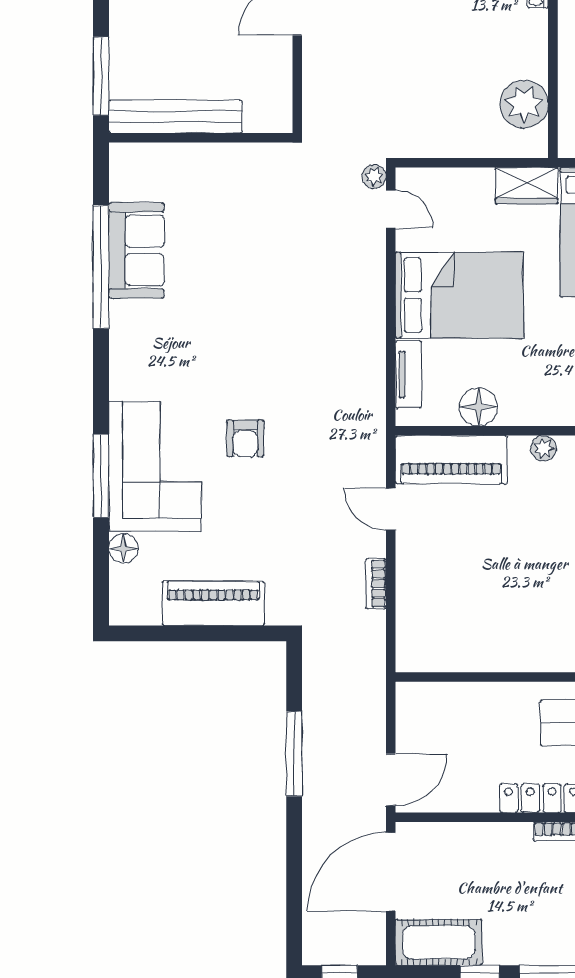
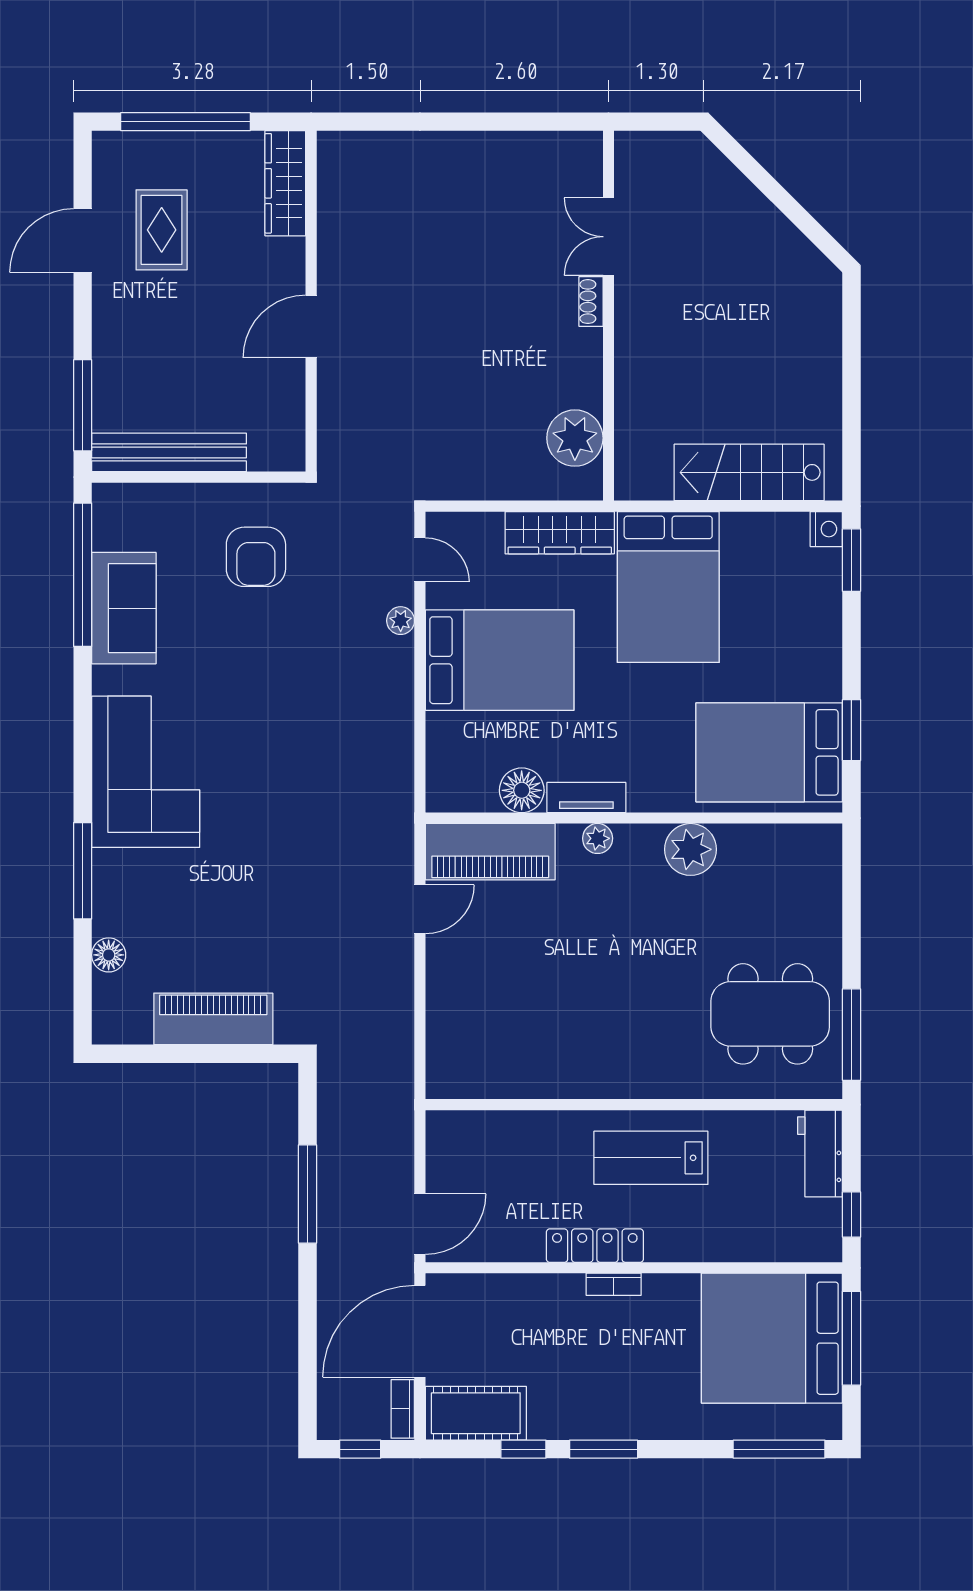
plant: (374, 177) -> (401, 621), moved
wardrobe: (527, 186) -> (560, 533), width x1.50
window: (101, 267) -> (83, 575), moved
tv unit: (408, 375) -> (586, 798), moved, turned -90
armchair: (245, 438) -> (256, 557), moved, width x1.38, depth x1.38
corner sofa: (155, 466) -> (146, 772), moved
door: (391, 509) -> (420, 909), swing flipped
bookcase: (376, 584) -> (403, 1409), moved

